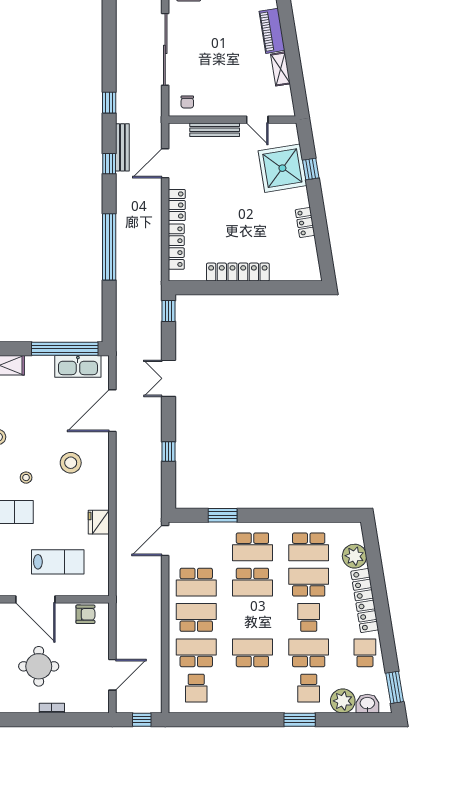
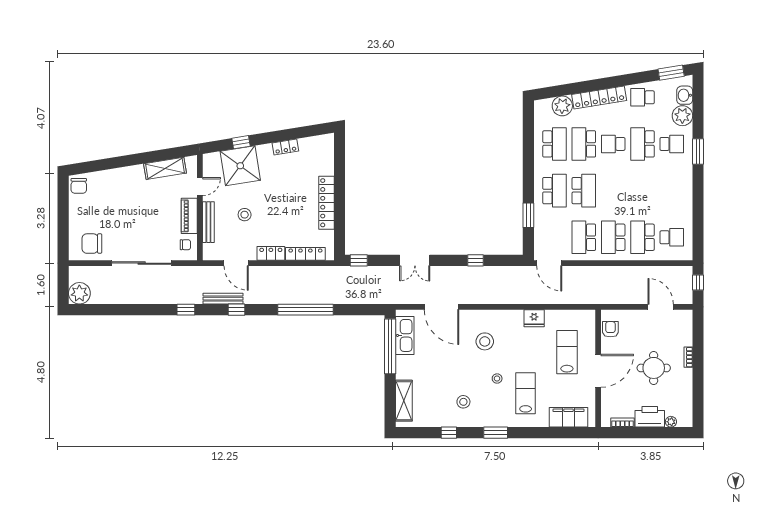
piano: (272, 31) -> (189, 216), moved, turned 99
shelving: (280, 69) -> (165, 168), width x1.50, depth x1.33
stool: (224, 173) -> (245, 215), added
school desk: (196, 582) -> (584, 237), turned 180
school desk: (252, 653) -> (642, 191), removed

